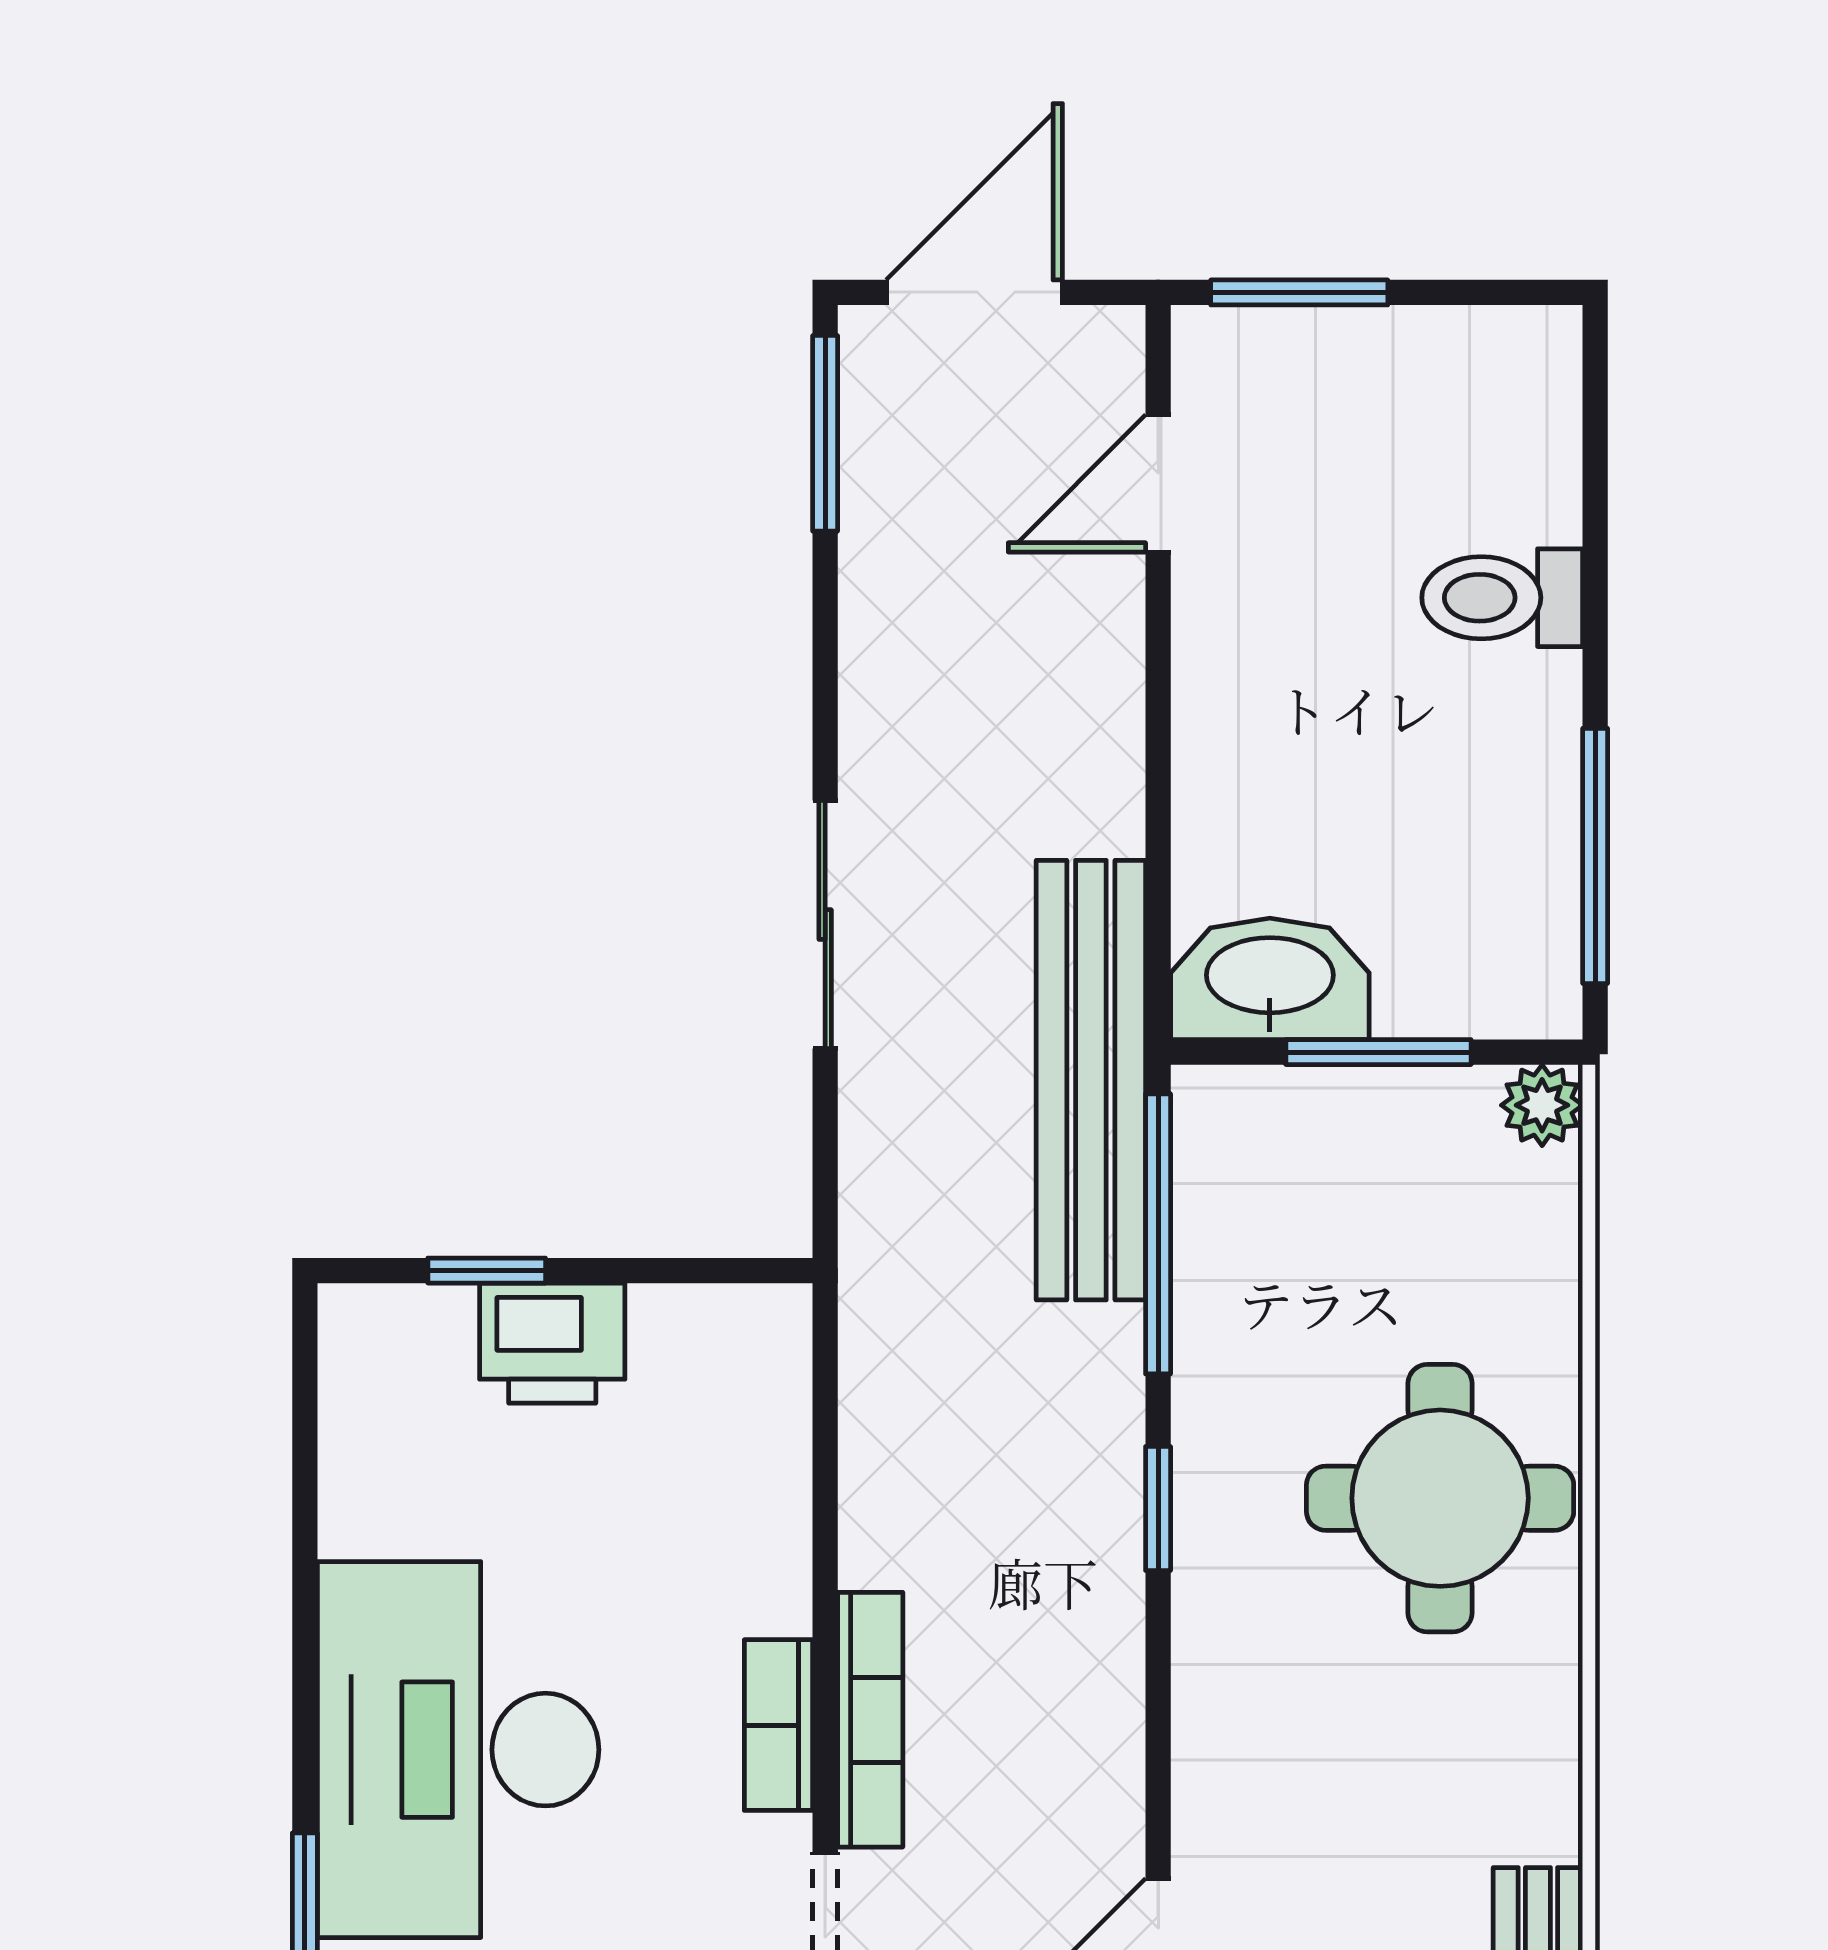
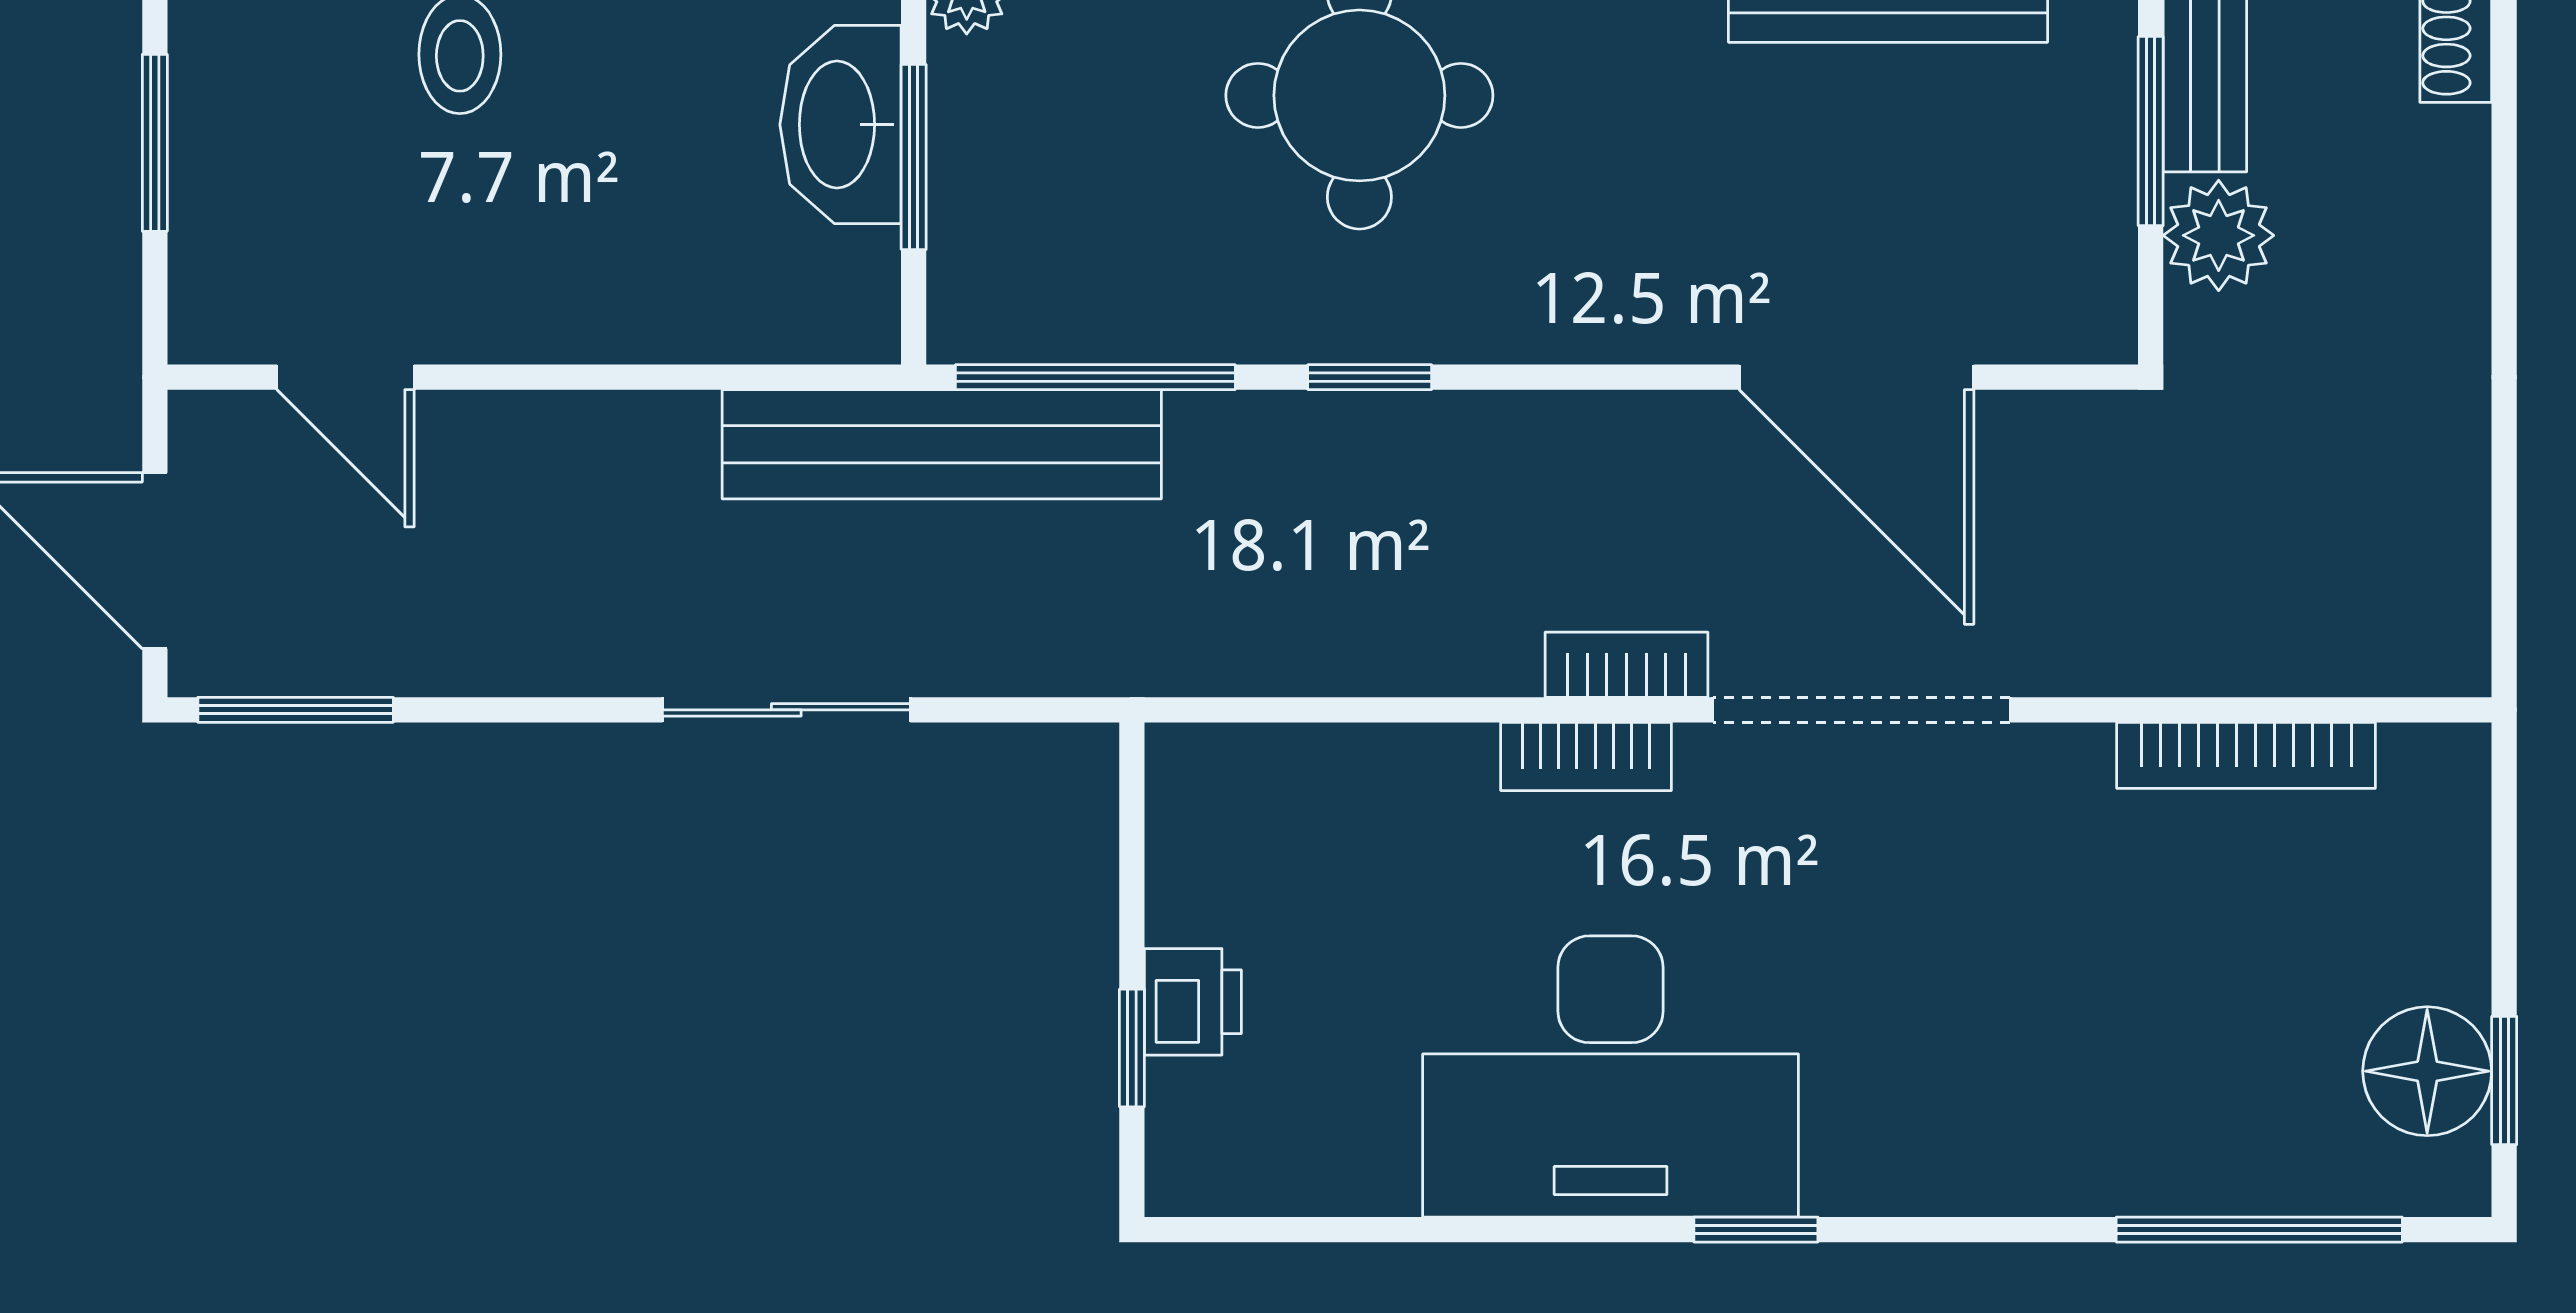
window: (1299, 292) -> (155, 143), moved
washbasin: (1270, 979) -> (841, 125), moved
printer: (552, 1343) -> (1193, 1002), width x0.73, depth x0.81
bookcase: (870, 1720) -> (1627, 665), width x0.64

